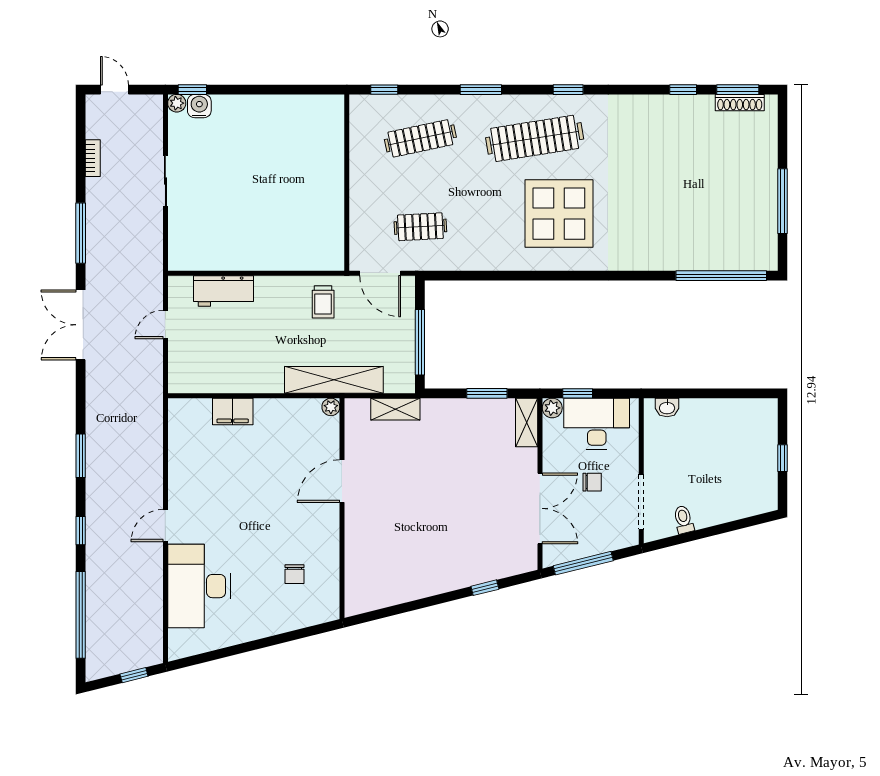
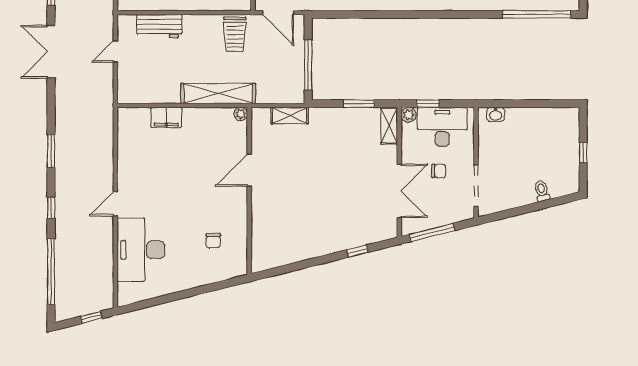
trolley: (323, 302) -> (235, 34), width x1.36, depth x1.39
shelving: (334, 380) -> (218, 93), moved
toilet: (684, 519) -> (542, 191), moved

